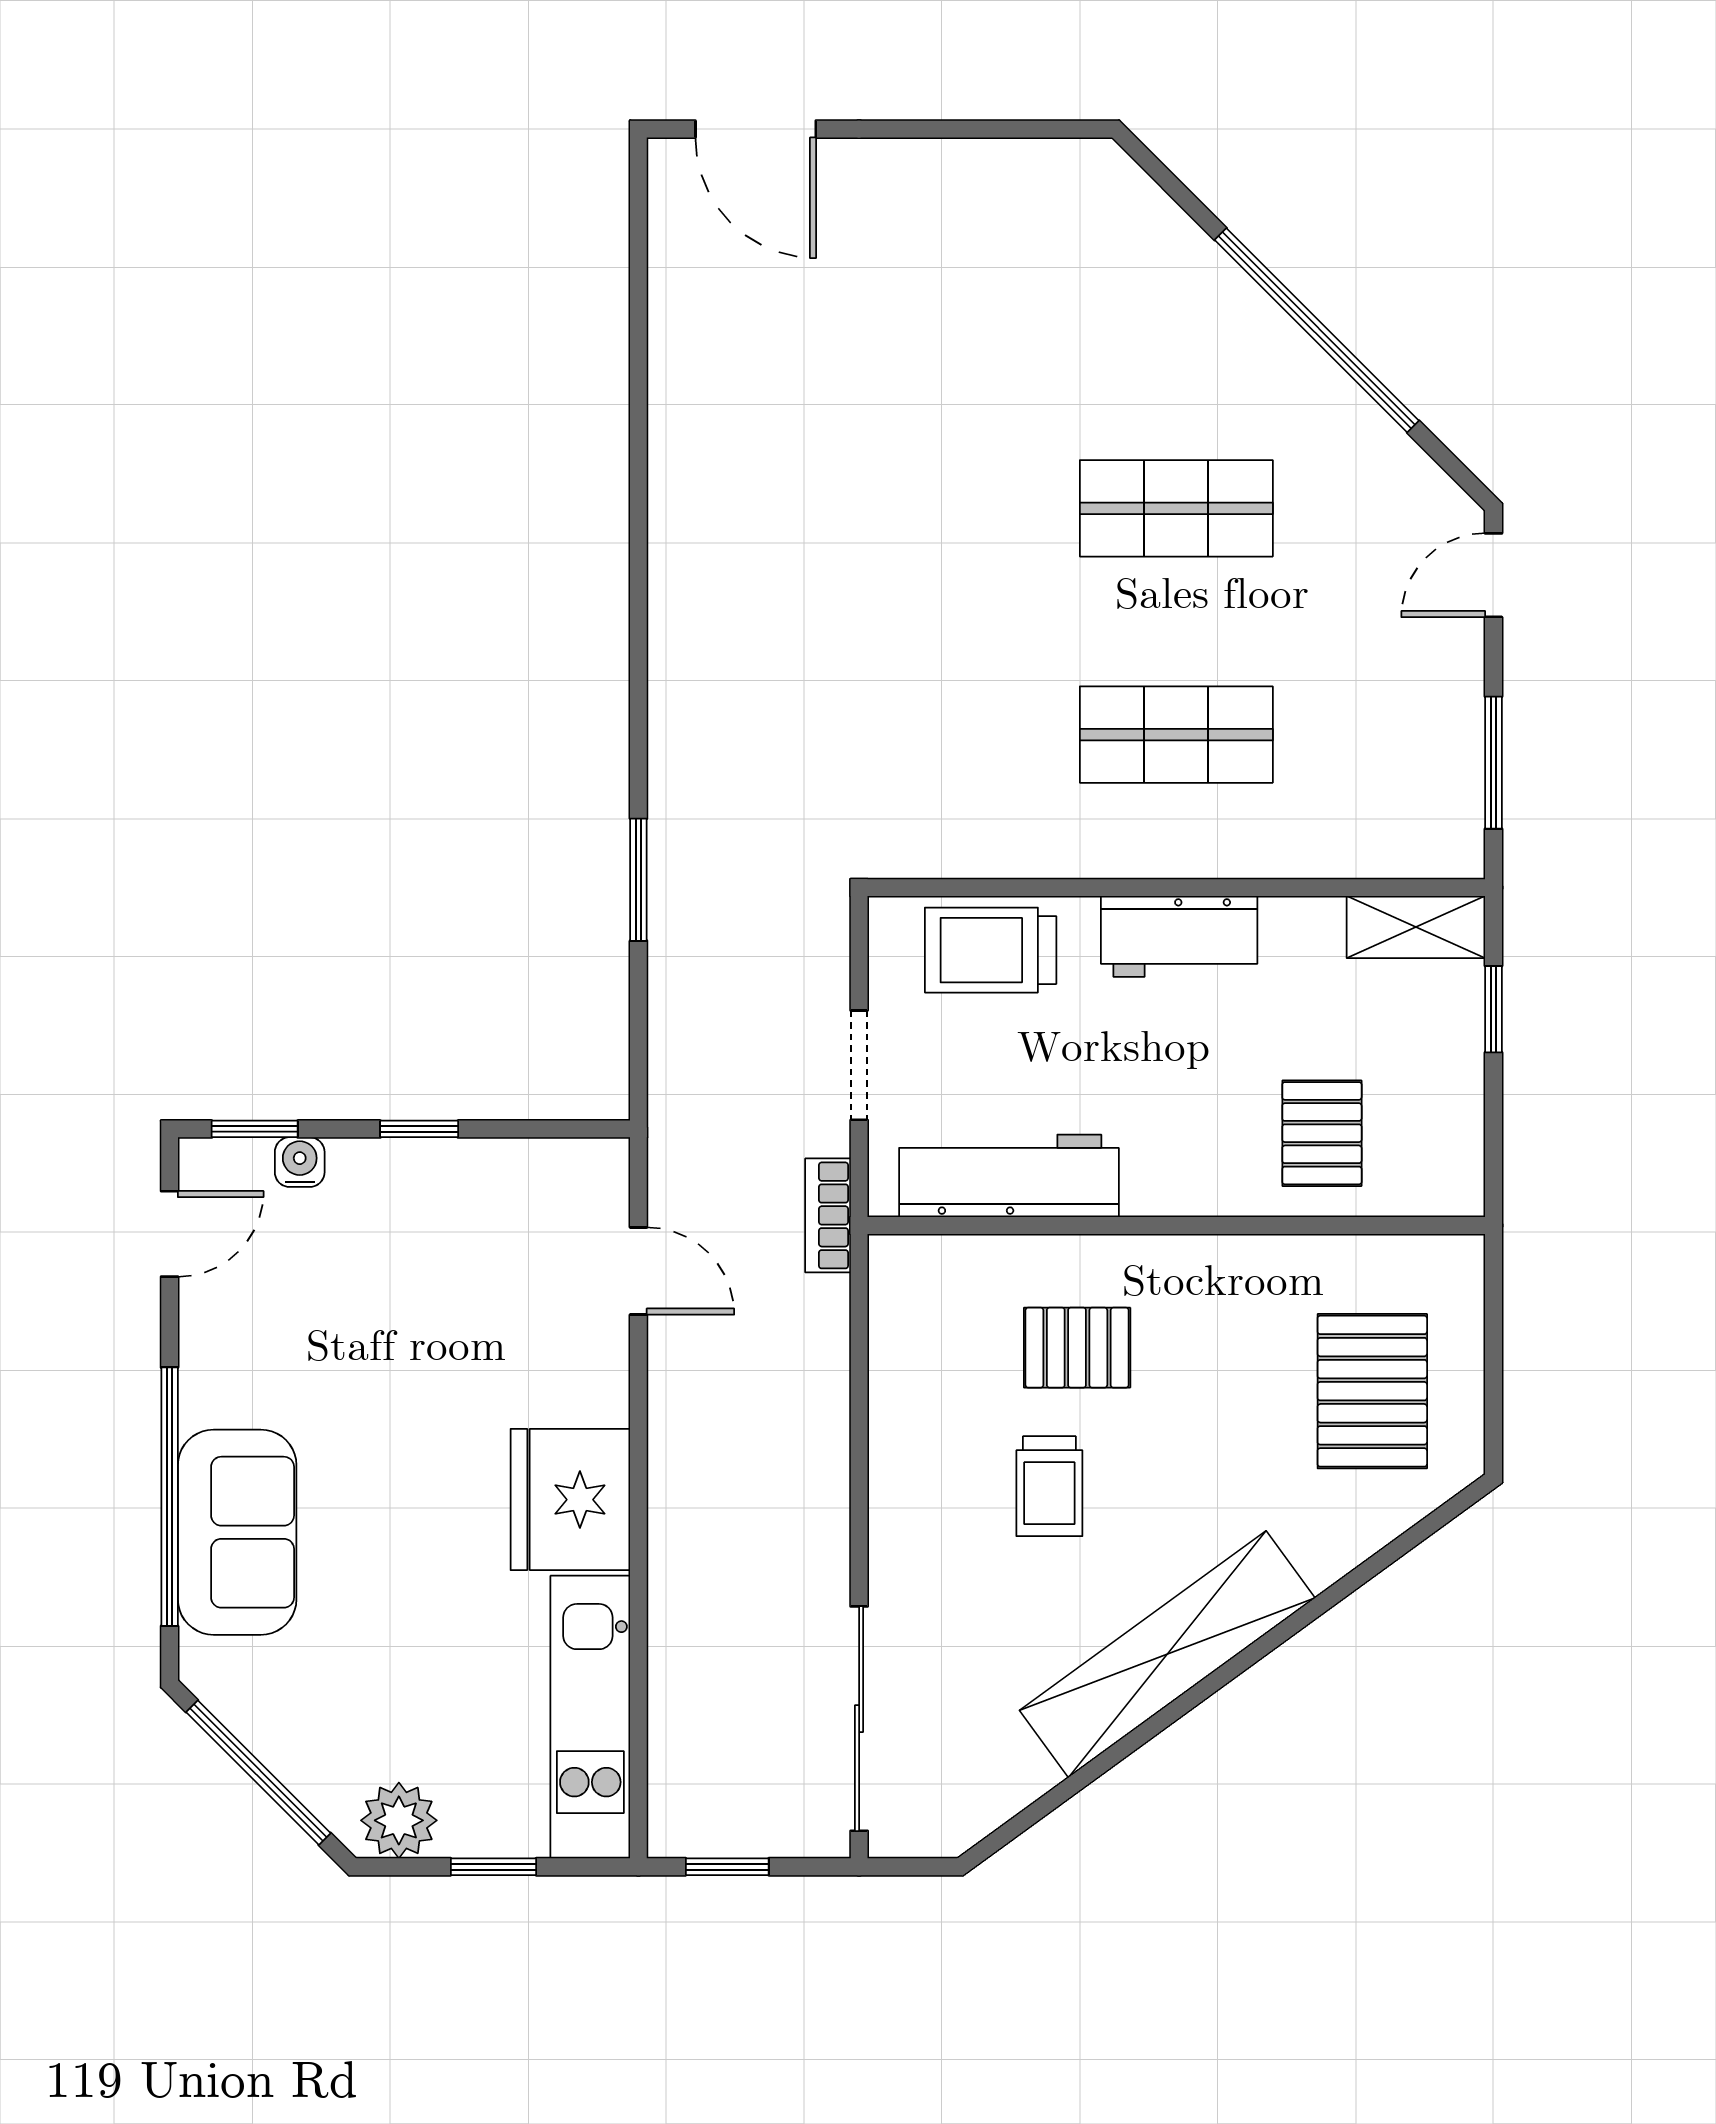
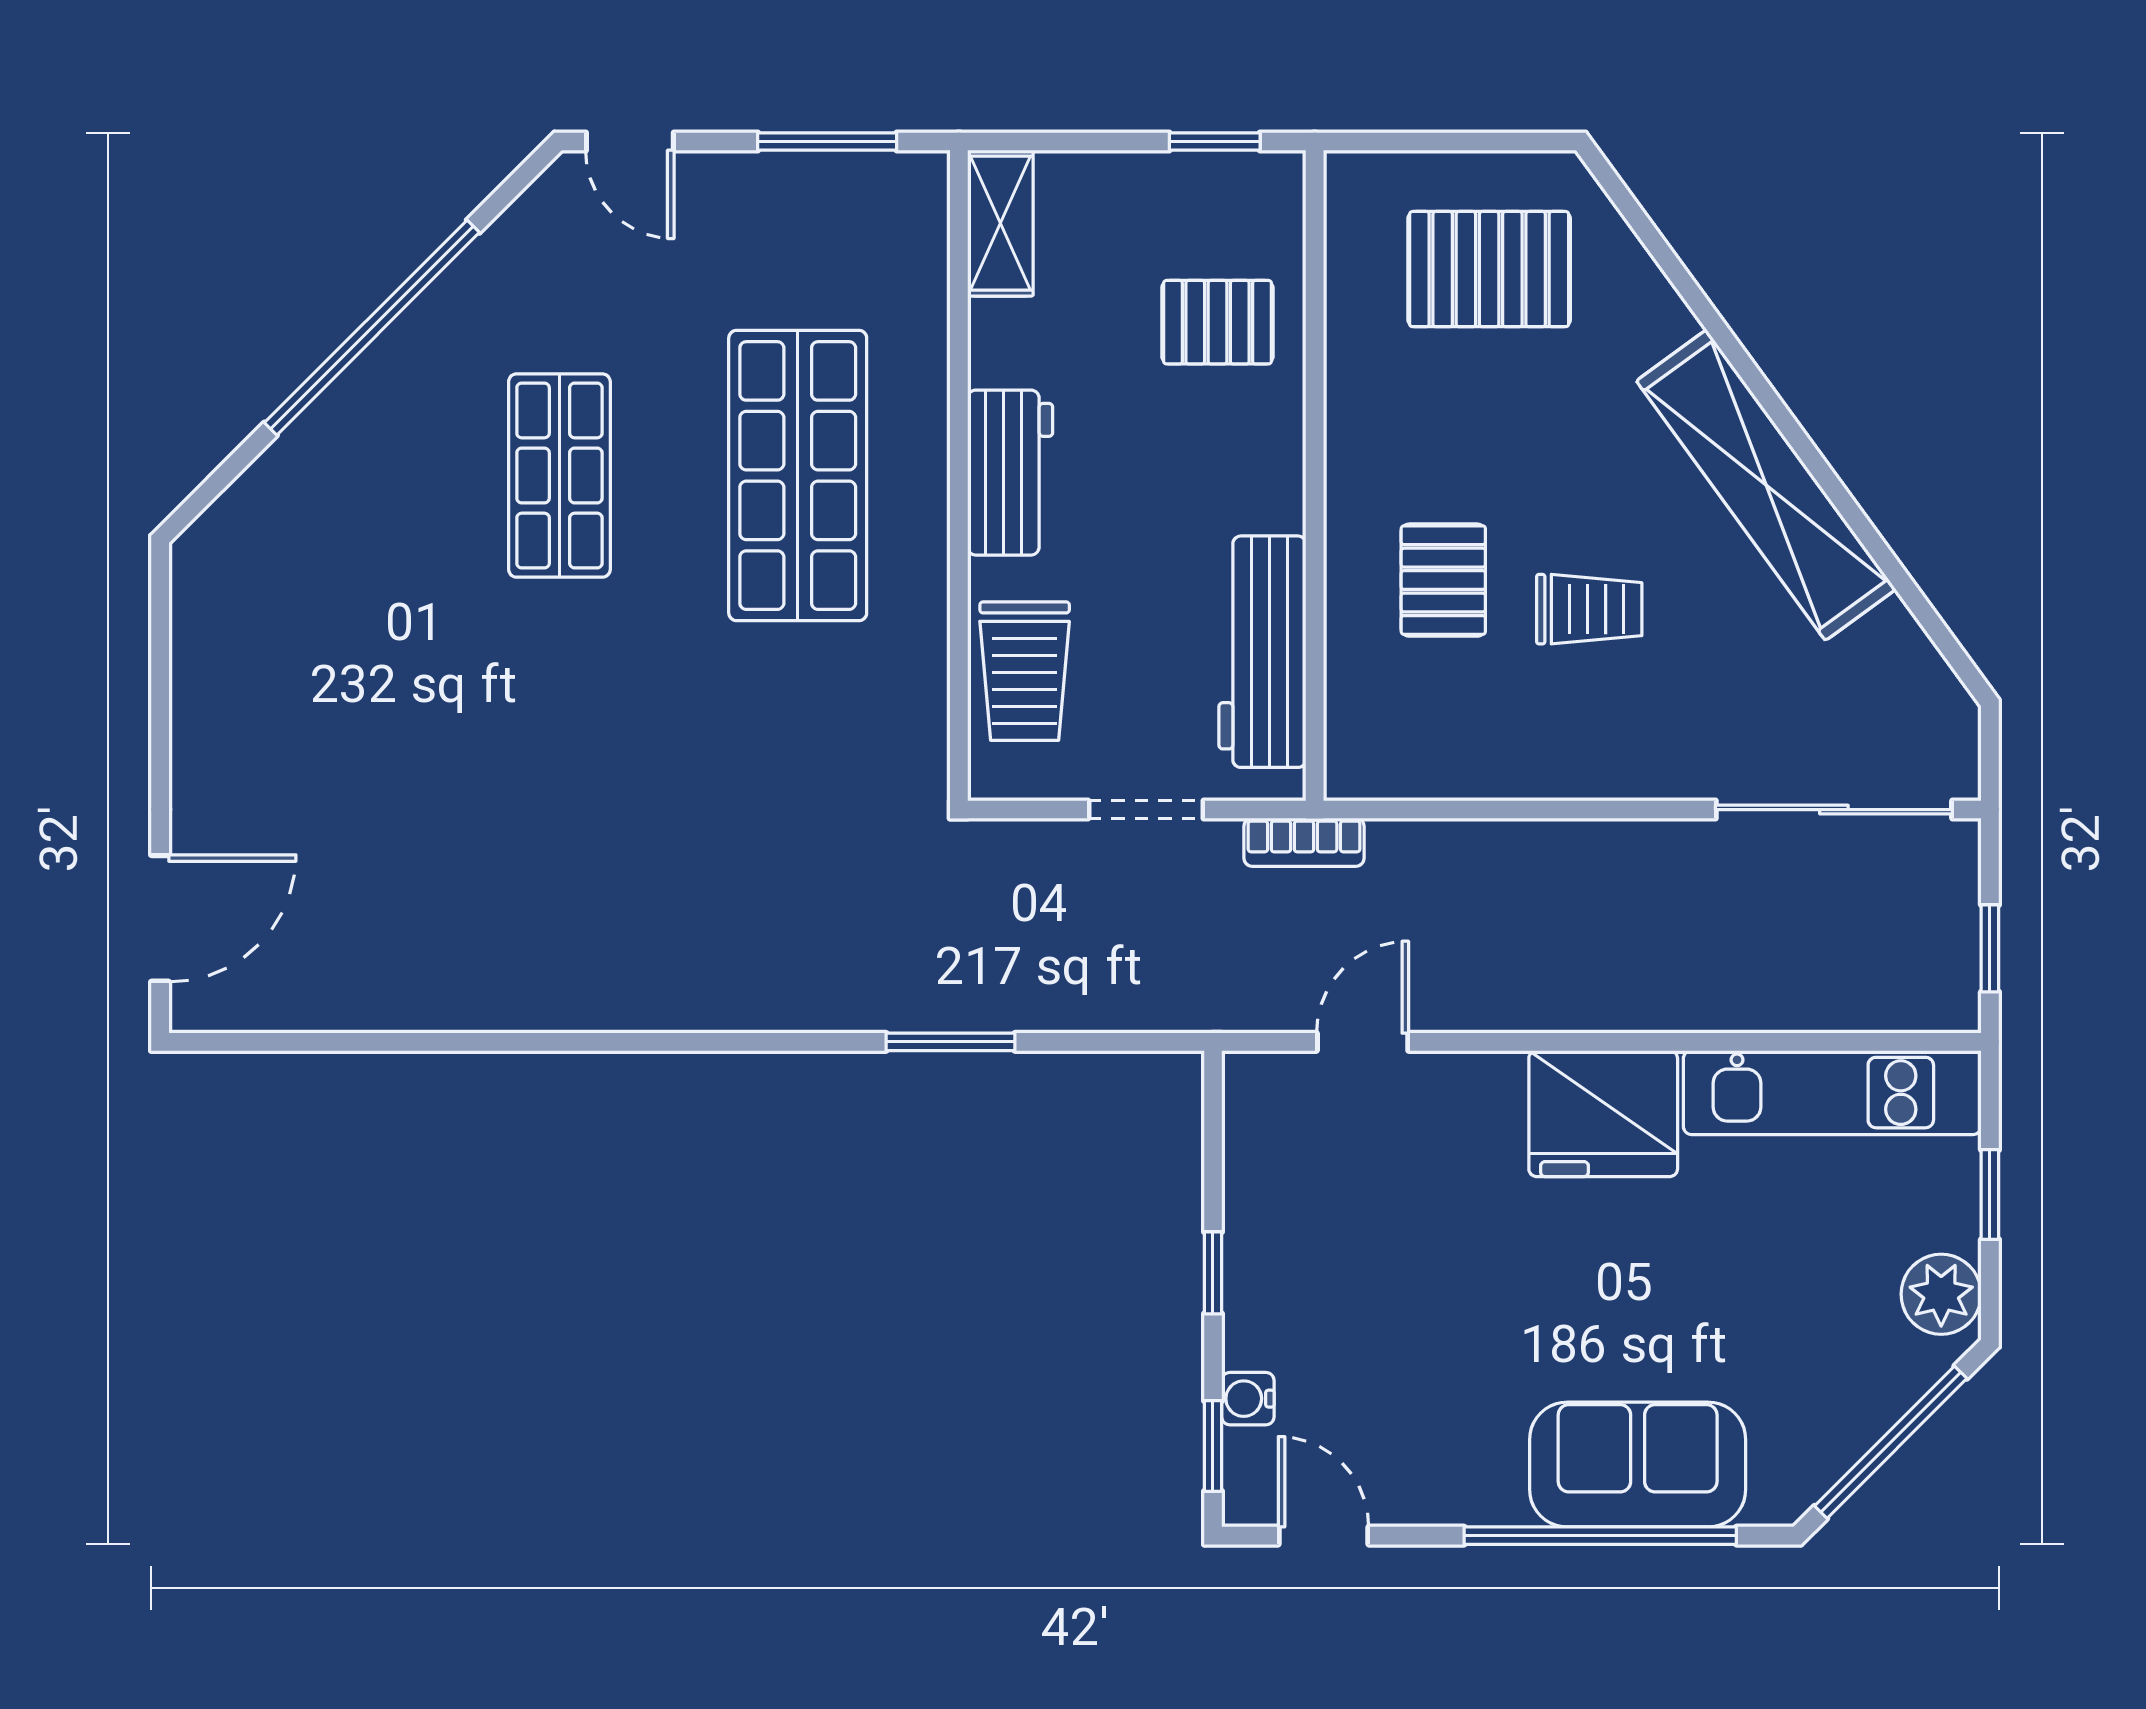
shop shelf: (1176, 735) -> (798, 476), width x1.43, depth x1.36
window: (1493, 1009) -> (1215, 141), moved

